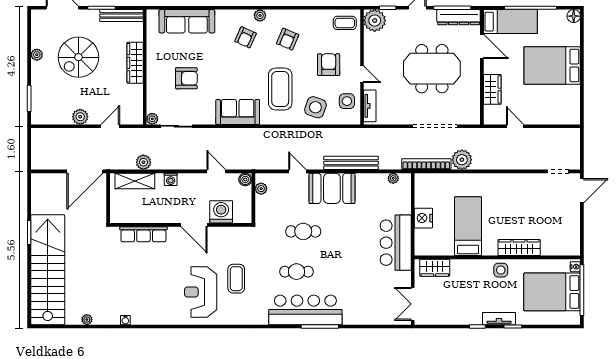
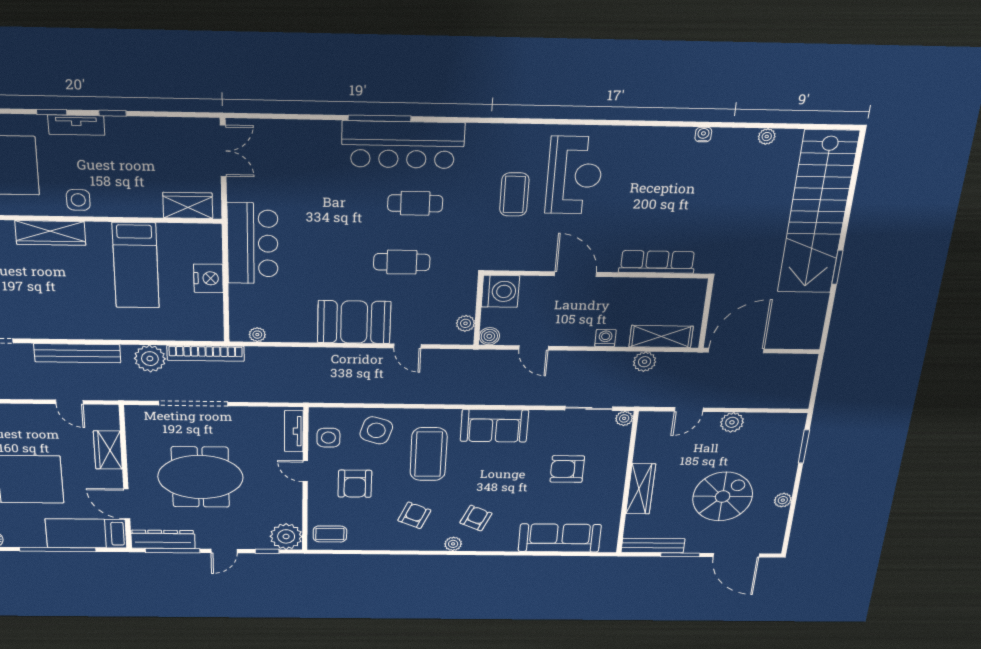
bench: (351, 163) -> (77, 353), moved
washing machine: (221, 212) -> (500, 291), moved, turned -90

